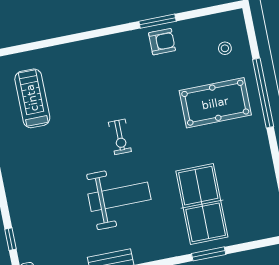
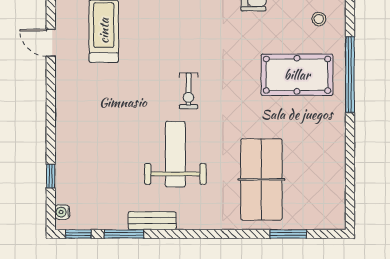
weight bench: (119, 197) -> (175, 154), turned -90
window: (209, 254) -> (288, 234), moved

